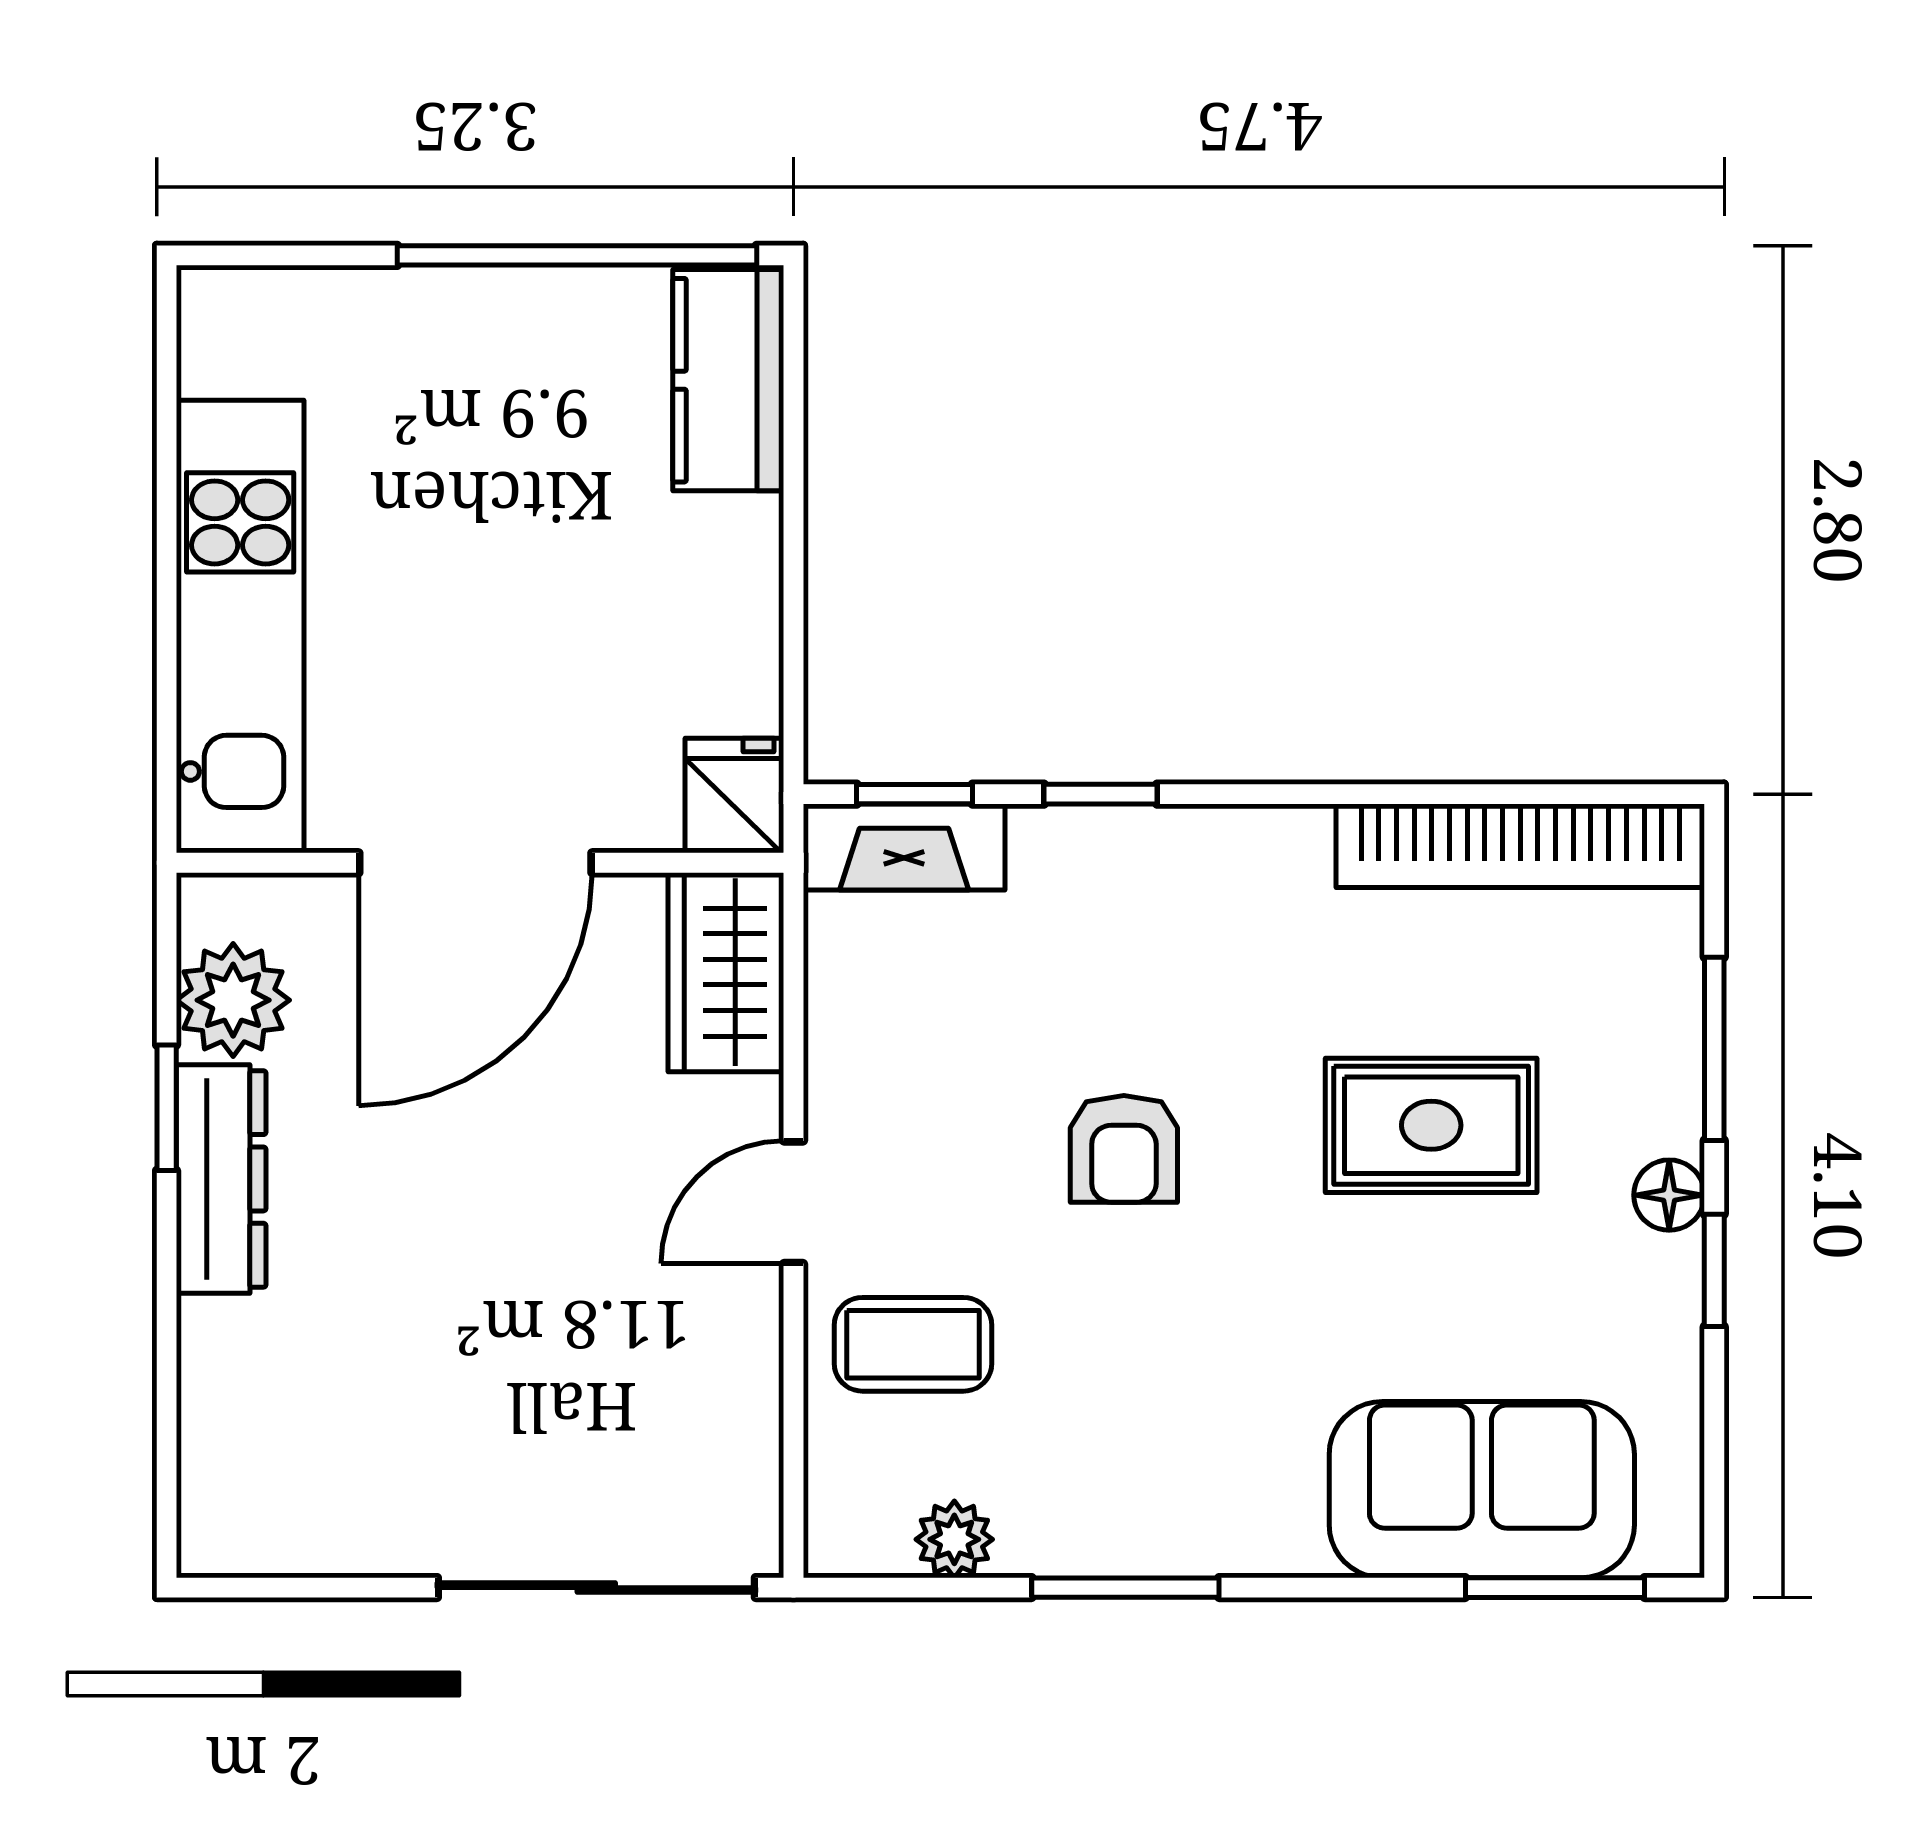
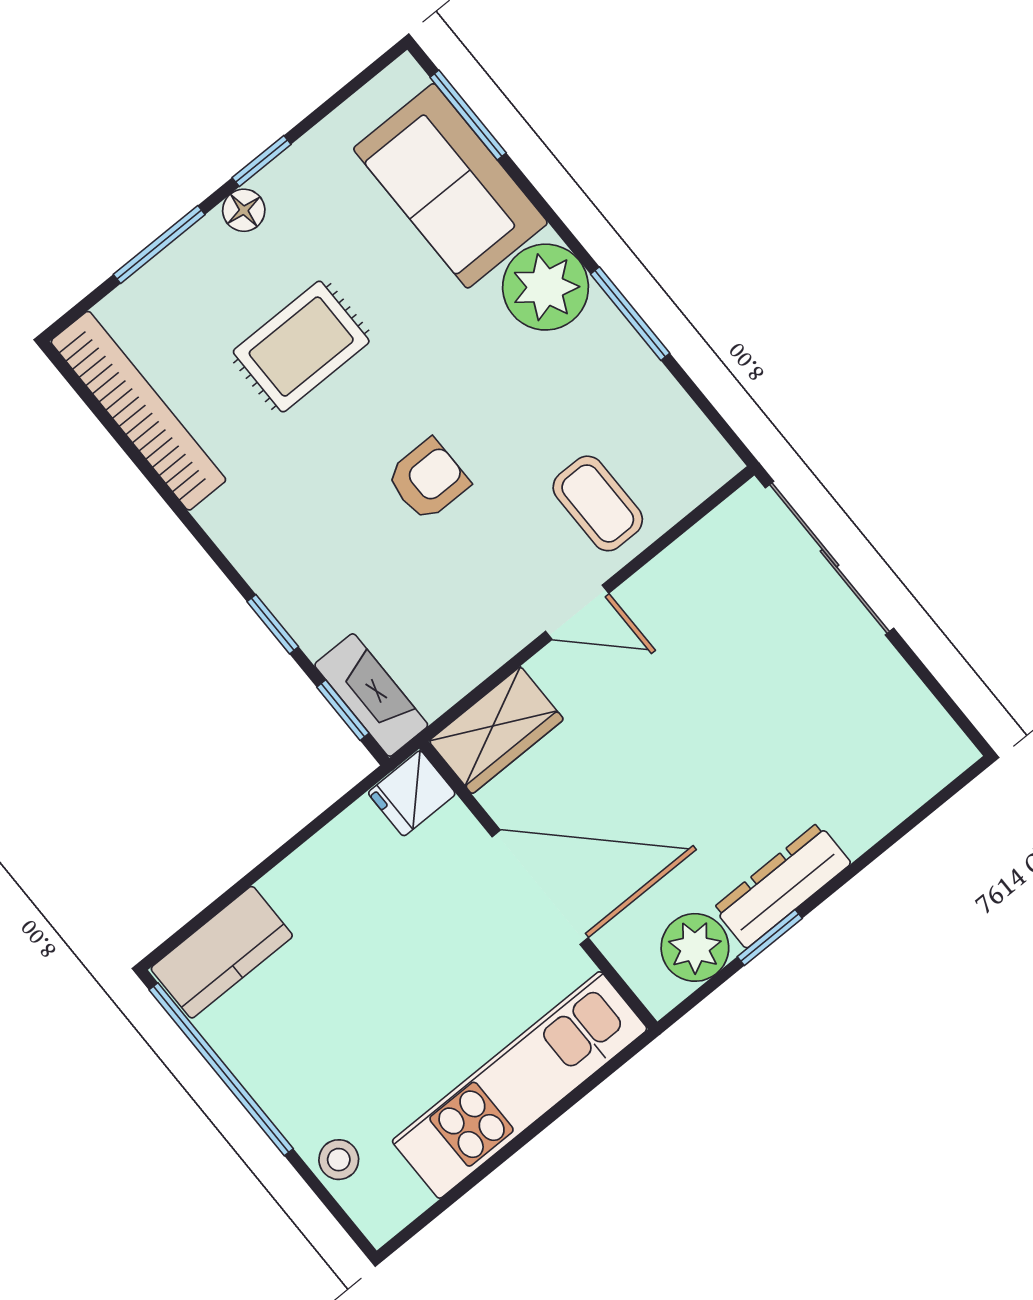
stool: (335, 312) -> (339, 1160), added
rug: (1431, 1125) -> (301, 347), turned 90
plant: (954, 1539) -> (546, 287), moved, width x1.87, depth x1.87

